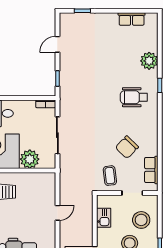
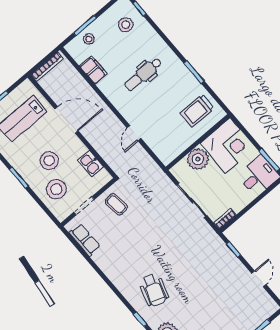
wheelchair: (134, 97) -> (154, 290), turned 108
chair: (127, 147) -> (123, 242), removed

